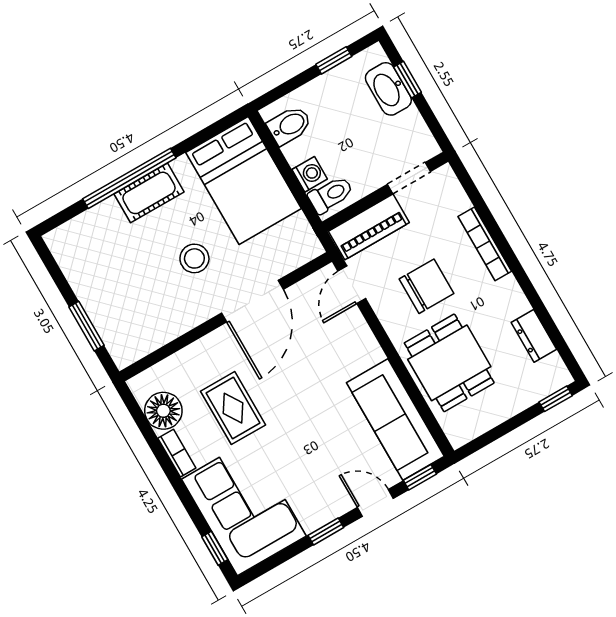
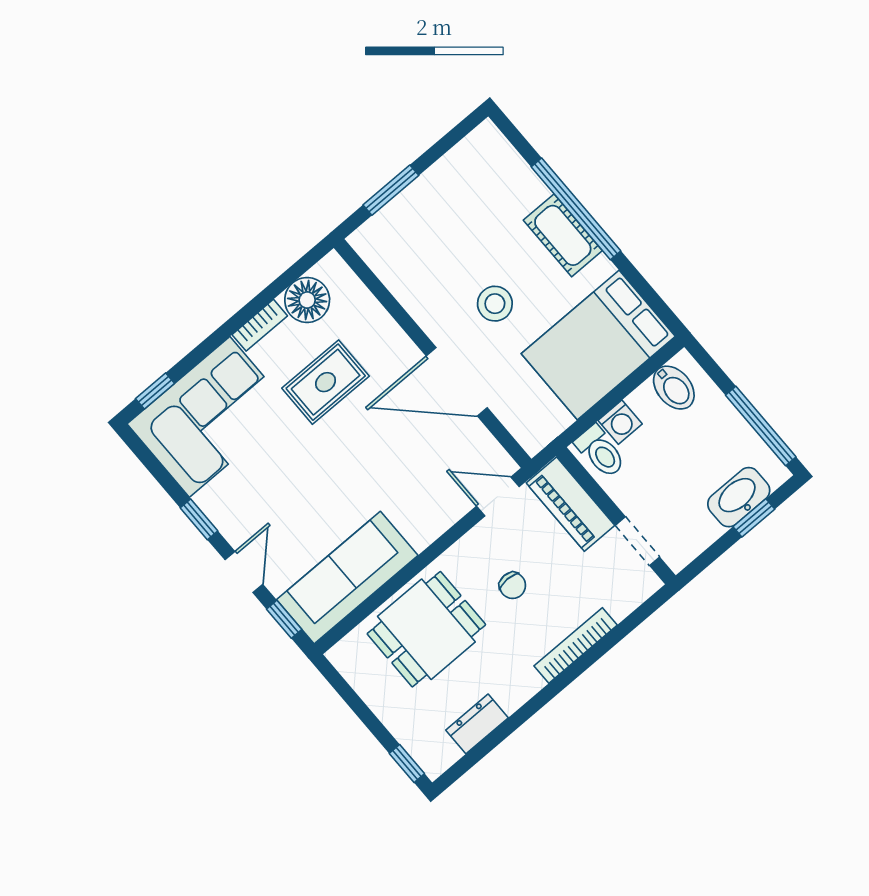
window: (334, 60) -> (761, 426), width x2.17
chair: (426, 286) -> (513, 585), width x0.54, depth x0.54

